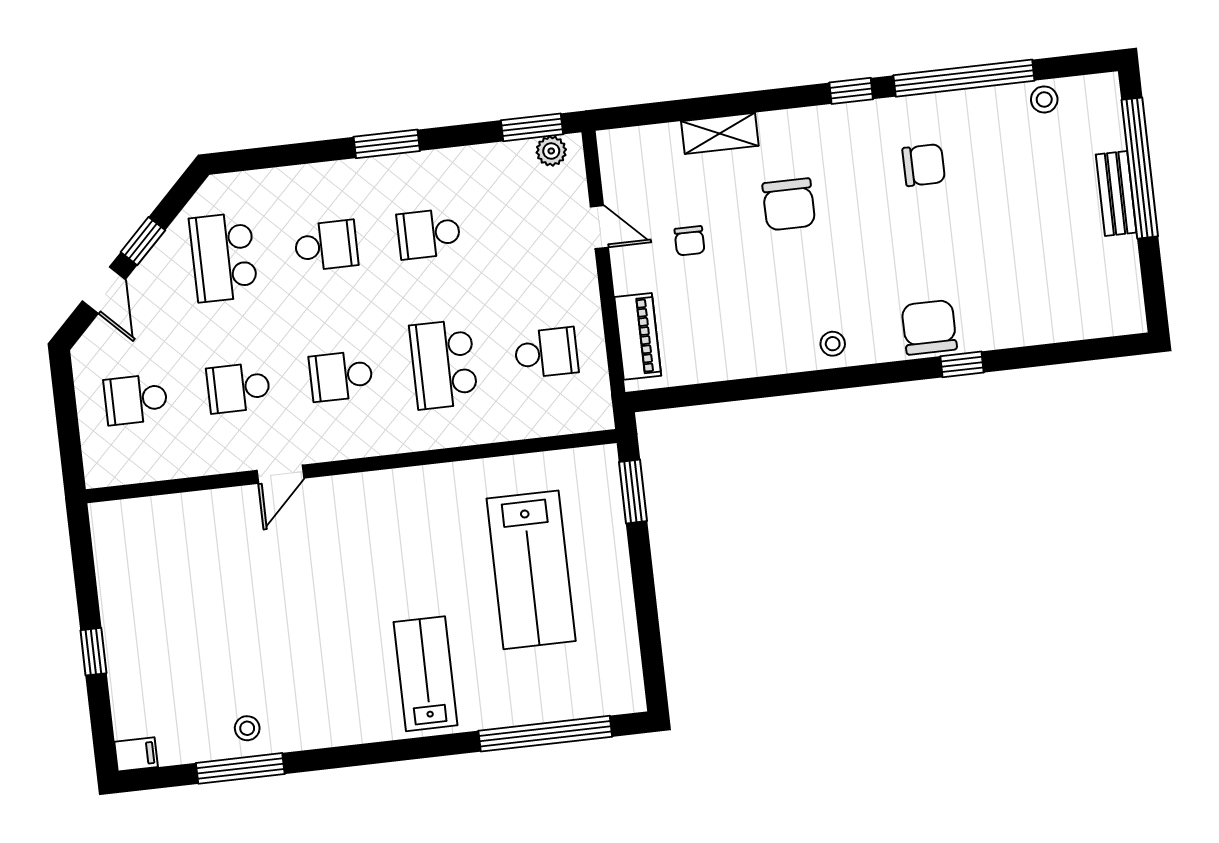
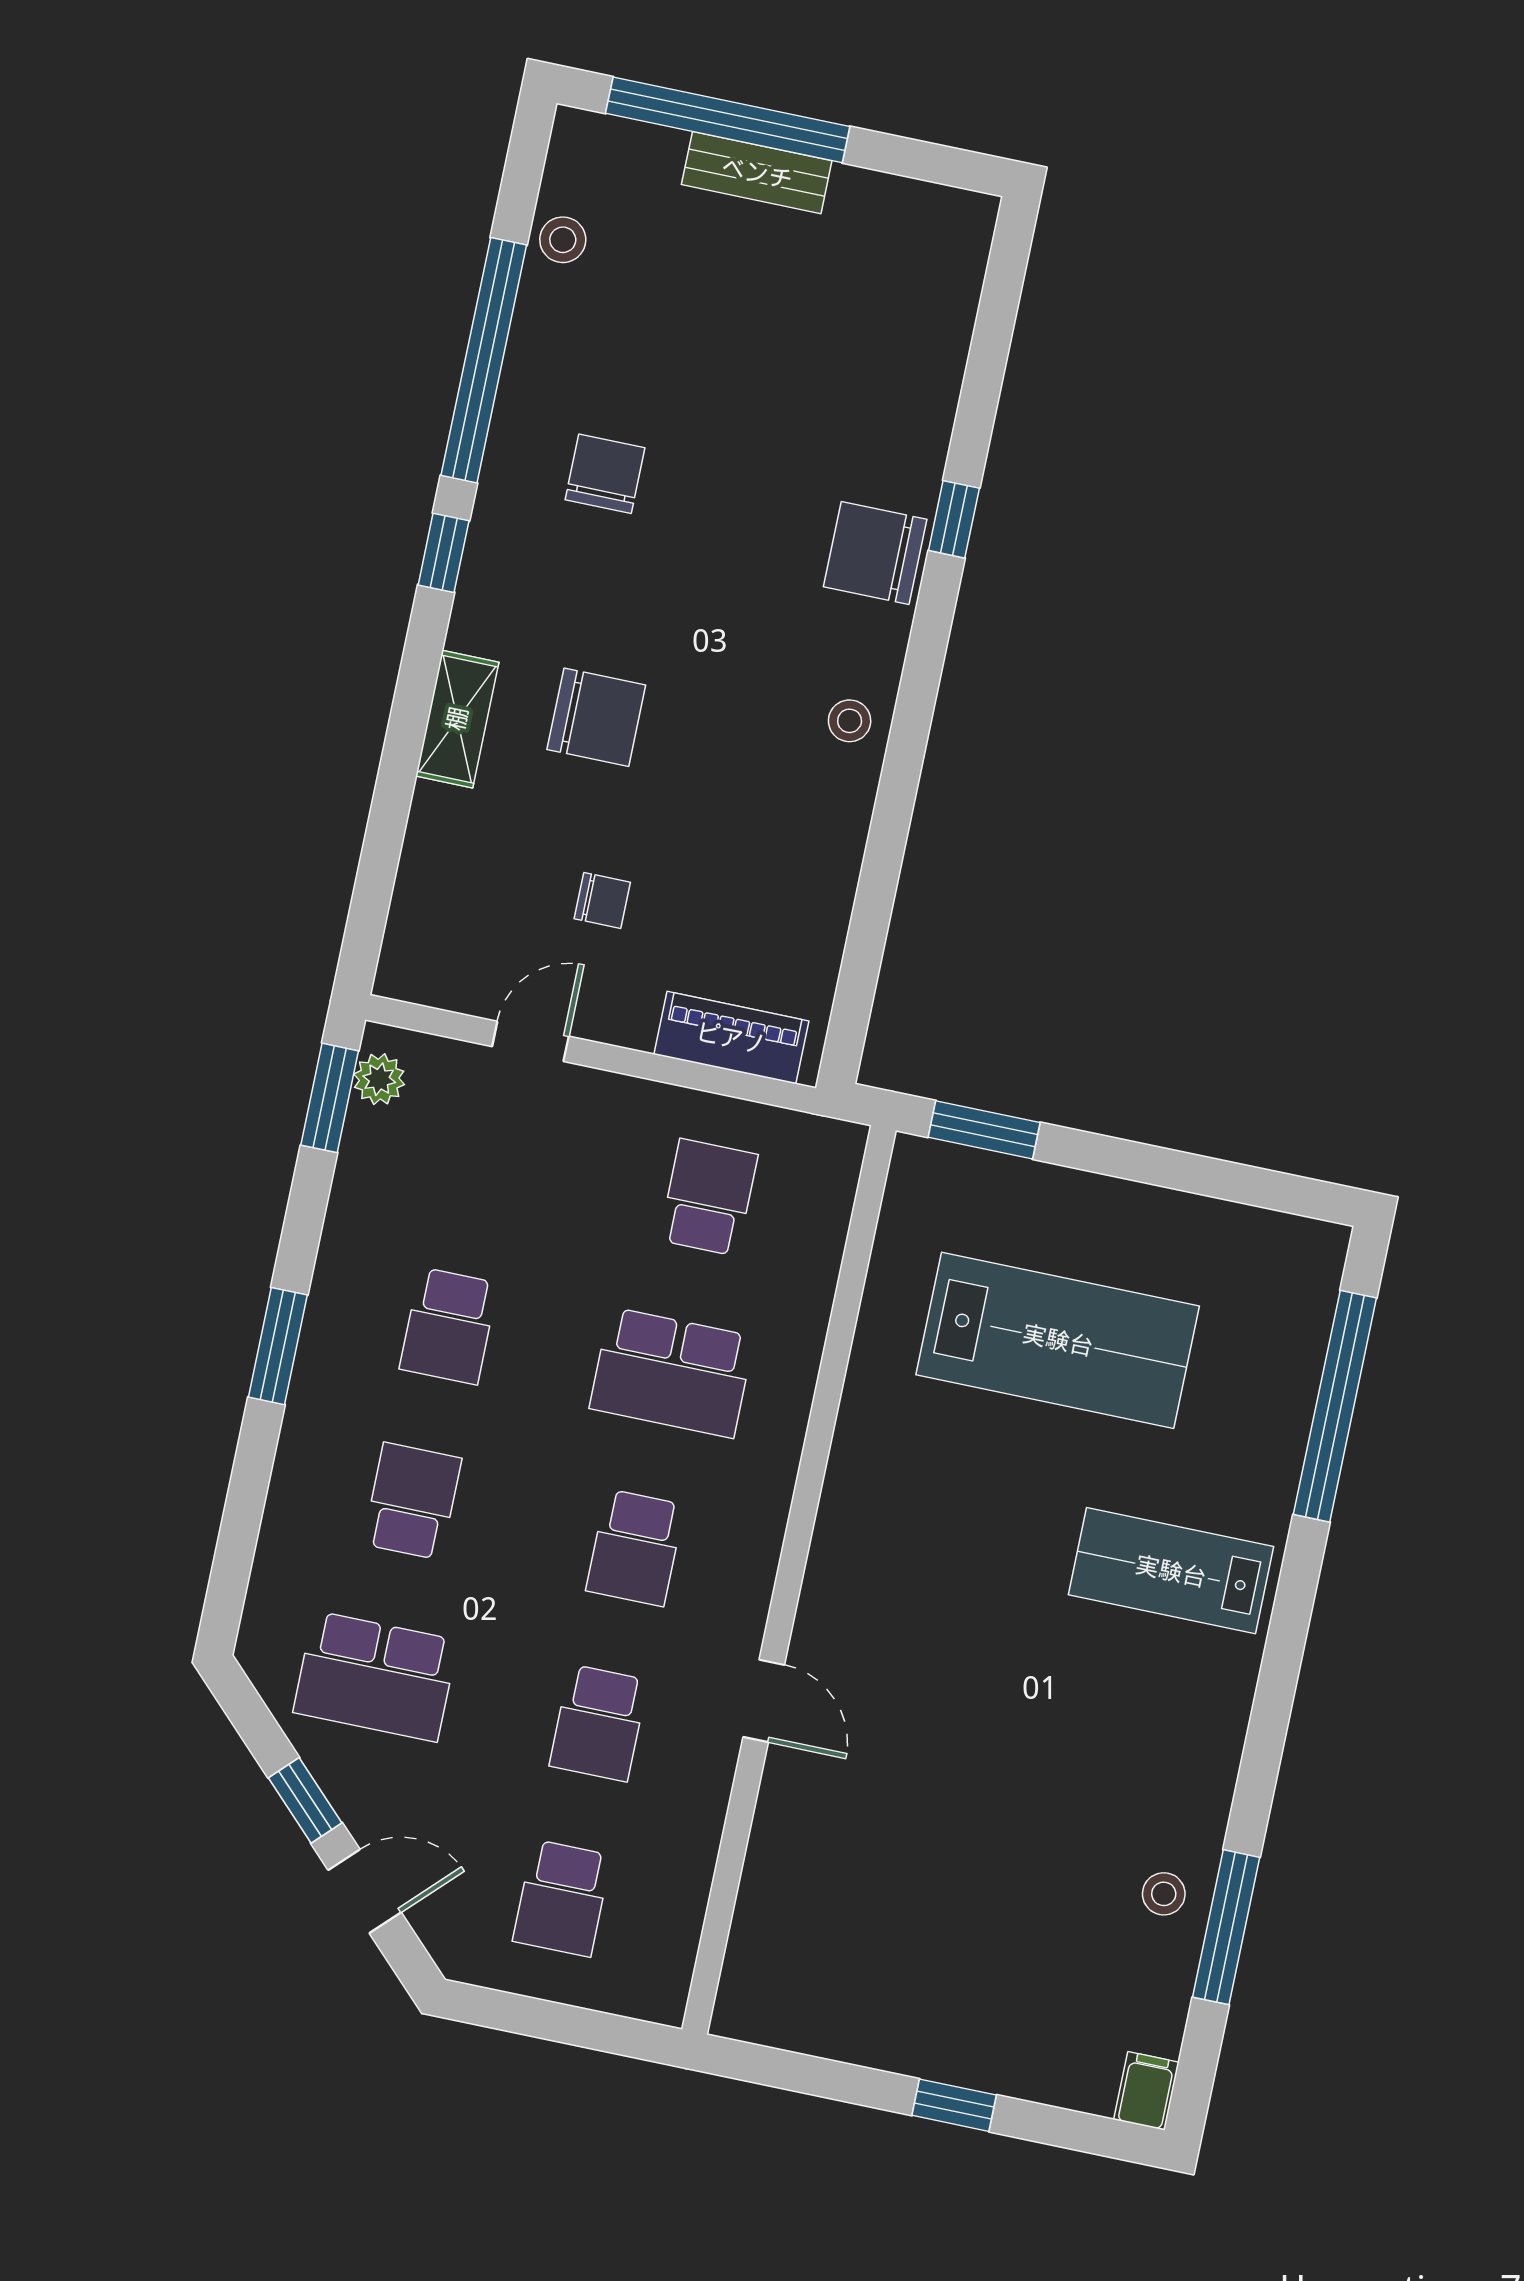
shelving: (720, 133) -> (457, 719), moved

